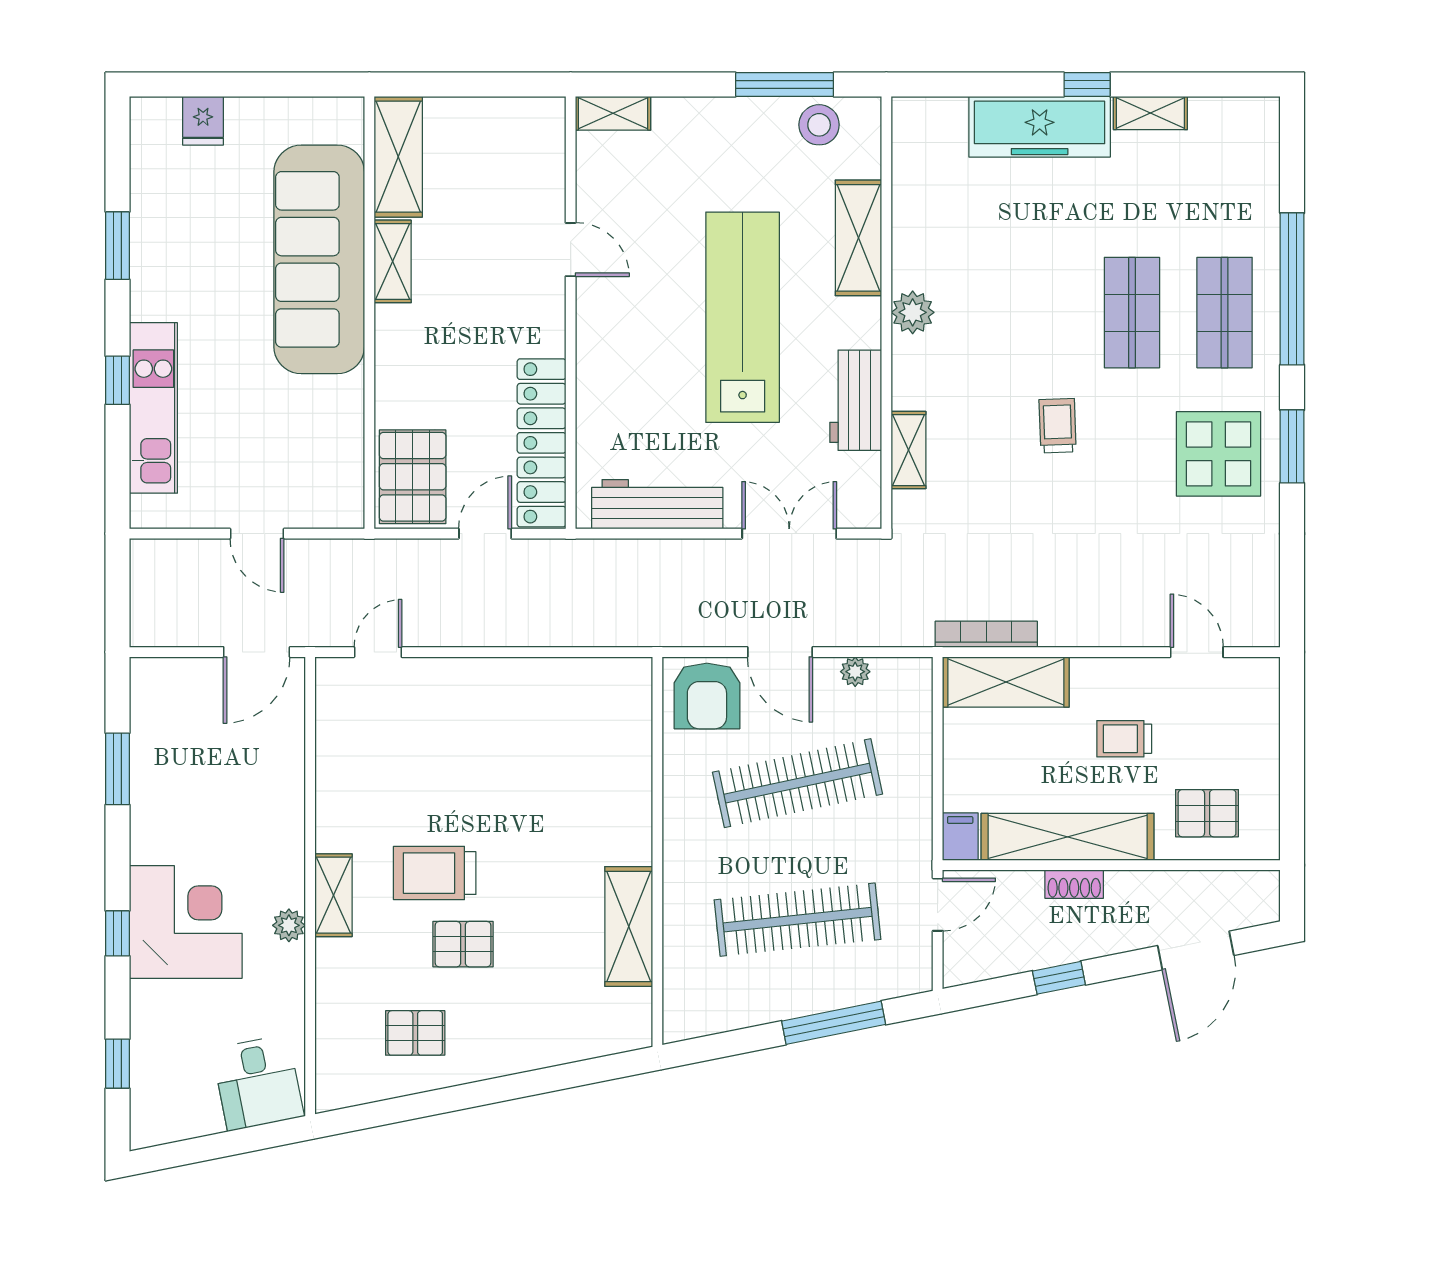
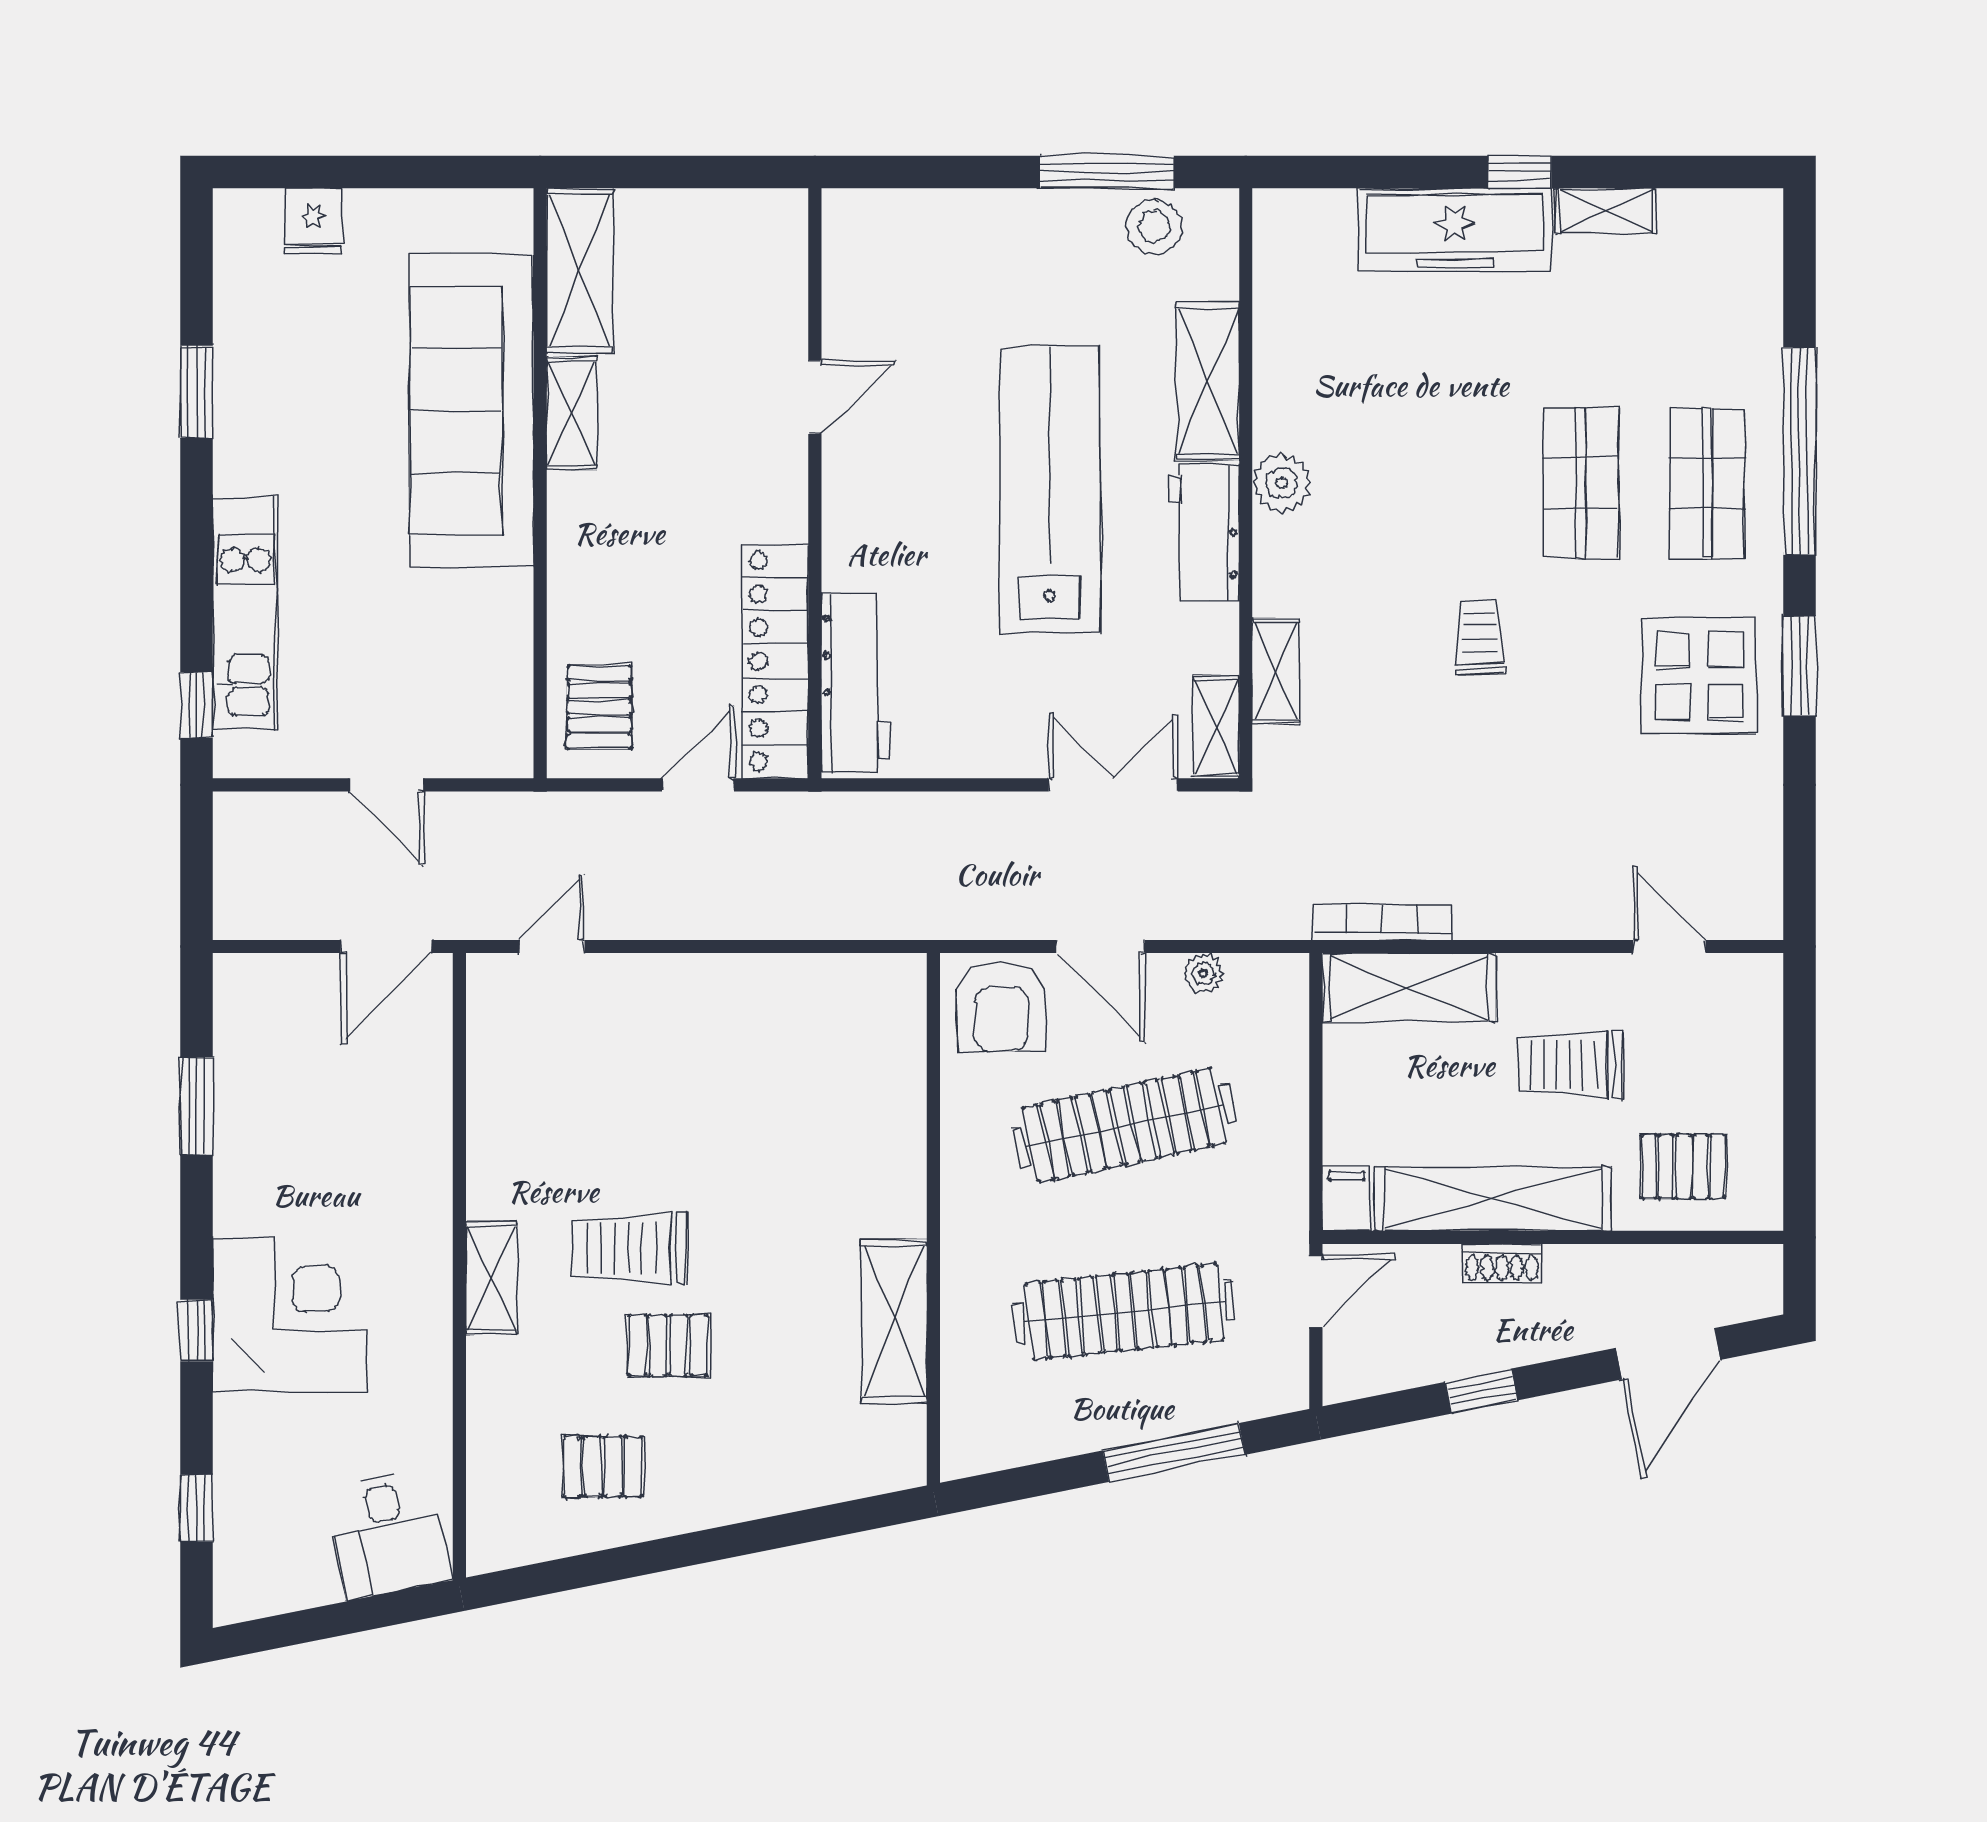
shelving: (613, 113) -> (1216, 727), moved, turned 90
door: (571, 250) -> (815, 397), hinge flipped
window: (118, 380) -> (196, 705), moved
workbench: (856, 400) -> (1204, 533), moved
pallet: (413, 477) -> (599, 707), width x0.67, depth x0.71
workbench: (657, 504) -> (855, 683), moved, turned 90
trolley: (1124, 739) -> (1570, 1065), width x1.36, depth x1.39
plant: (289, 925) -> (430, 1319), removed

